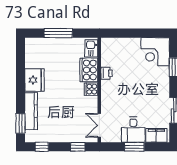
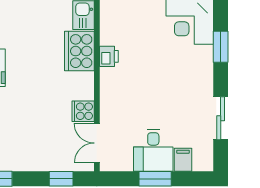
cooker: (91, 89) -> (83, 111), moved
filing cabinet: (156, 135) -> (183, 160), width x0.50

